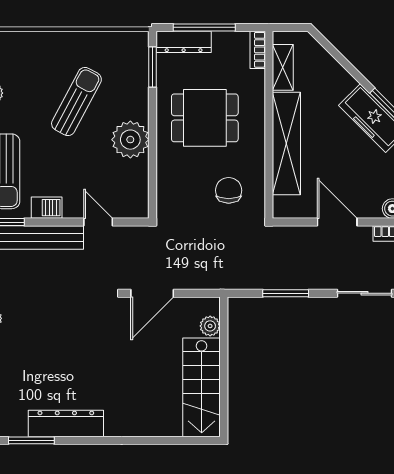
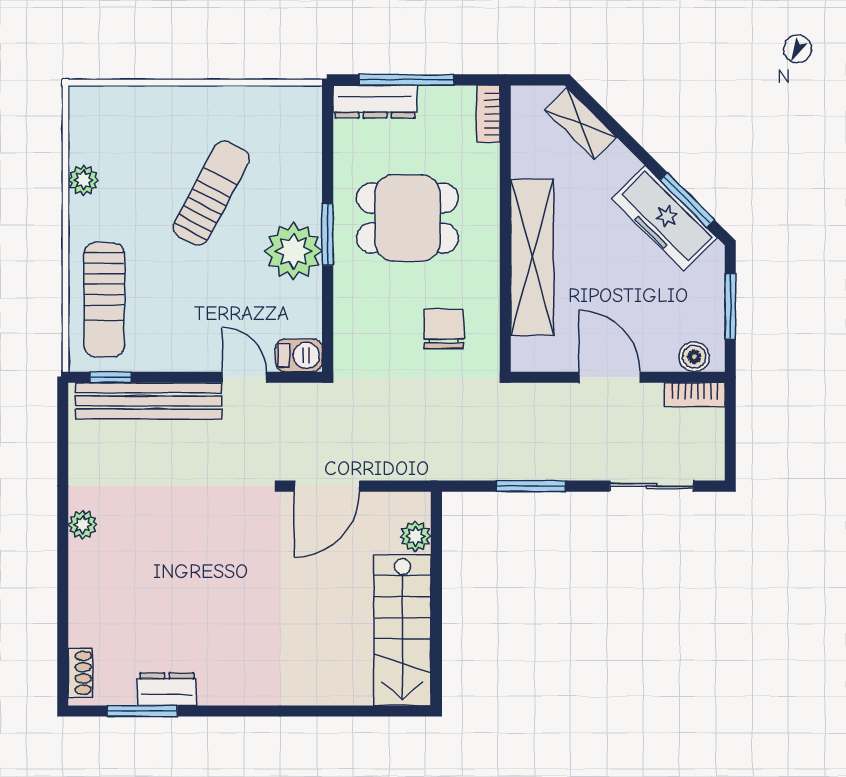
window: (153, 67) -> (328, 234), moved
shelving: (283, 67) -> (581, 124), moved, turned -45
barbecue: (47, 208) -> (299, 355), moved
dresser: (66, 423) -> (167, 689), width x0.51, depth x0.80

